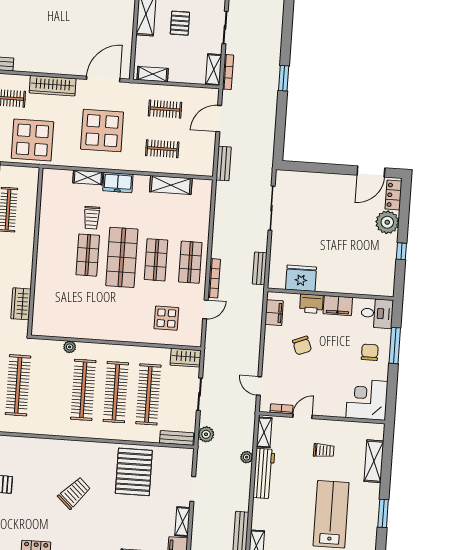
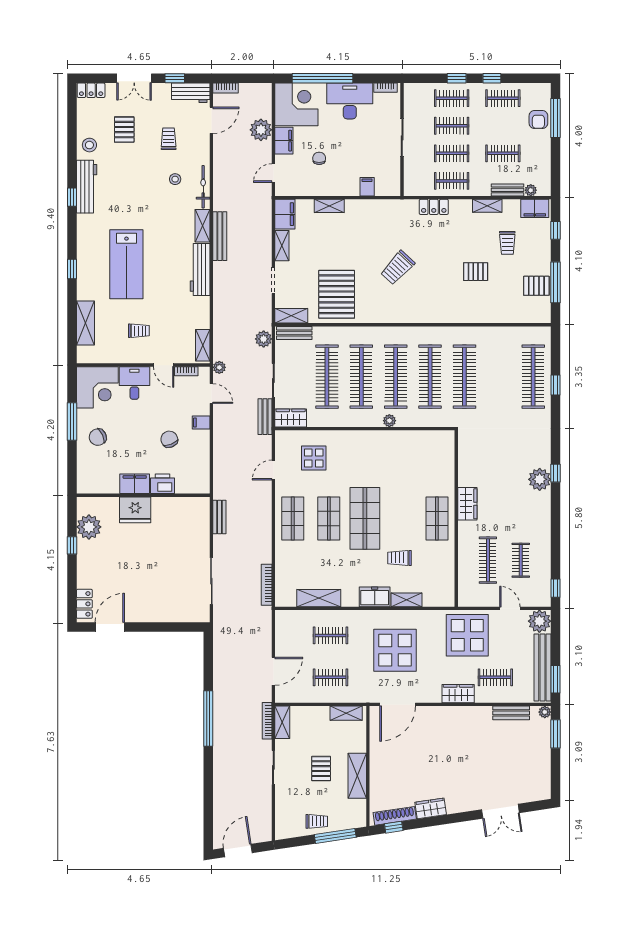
window: (284, 78) -> (208, 718), width x2.11
wardrobe: (53, 86) -> (458, 694), width x0.67
bench: (224, 164) -> (265, 417), moved
trolley: (92, 218) -> (399, 558), turned -90
plant: (387, 222) -> (89, 527), moved
shop shelf: (88, 255) -> (437, 518), moved
bookcase: (214, 278) -> (267, 585), moved
fridge: (301, 278) -> (135, 510), moved
wardrobe: (21, 304) -> (467, 504), moved
filing cabinet: (274, 313) -> (201, 423), moved, width x0.50
desk: (377, 313) -> (134, 383), moved, turned 90
window: (395, 346) -> (72, 422), moved
plant: (70, 347) -> (389, 421), moved
chair: (370, 352) -> (98, 437), turned 65
clothes rail: (51, 388) -> (430, 377), added
door: (303, 416) -> (164, 365), hinge flipped
trolley: (324, 450) -> (139, 331), turned 180
shelving: (178, 454) -> (291, 316), added
plant: (247, 457) -> (219, 367), moved
workbench: (264, 474) -> (200, 269), moved
window: (383, 513) -> (72, 269), width x0.67

